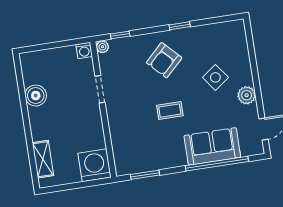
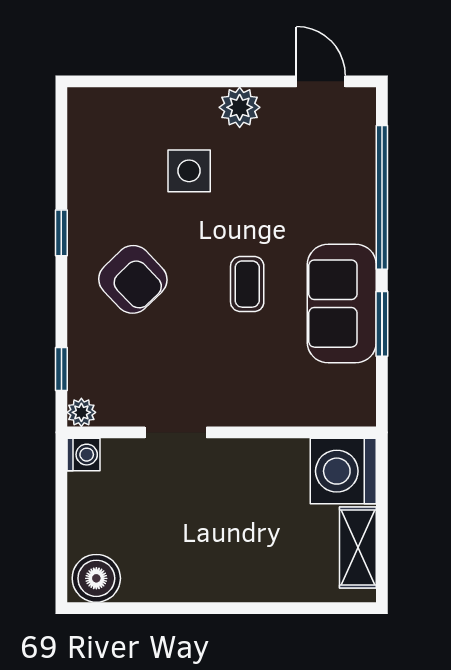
side table: (215, 77) -> (189, 171), turned 36
boiler: (36, 96) -> (96, 578), moved
sofa: (212, 146) -> (342, 304), moved
shelving: (43, 159) -> (358, 548), moved, turned 90
window: (145, 175) -> (382, 324), moved

